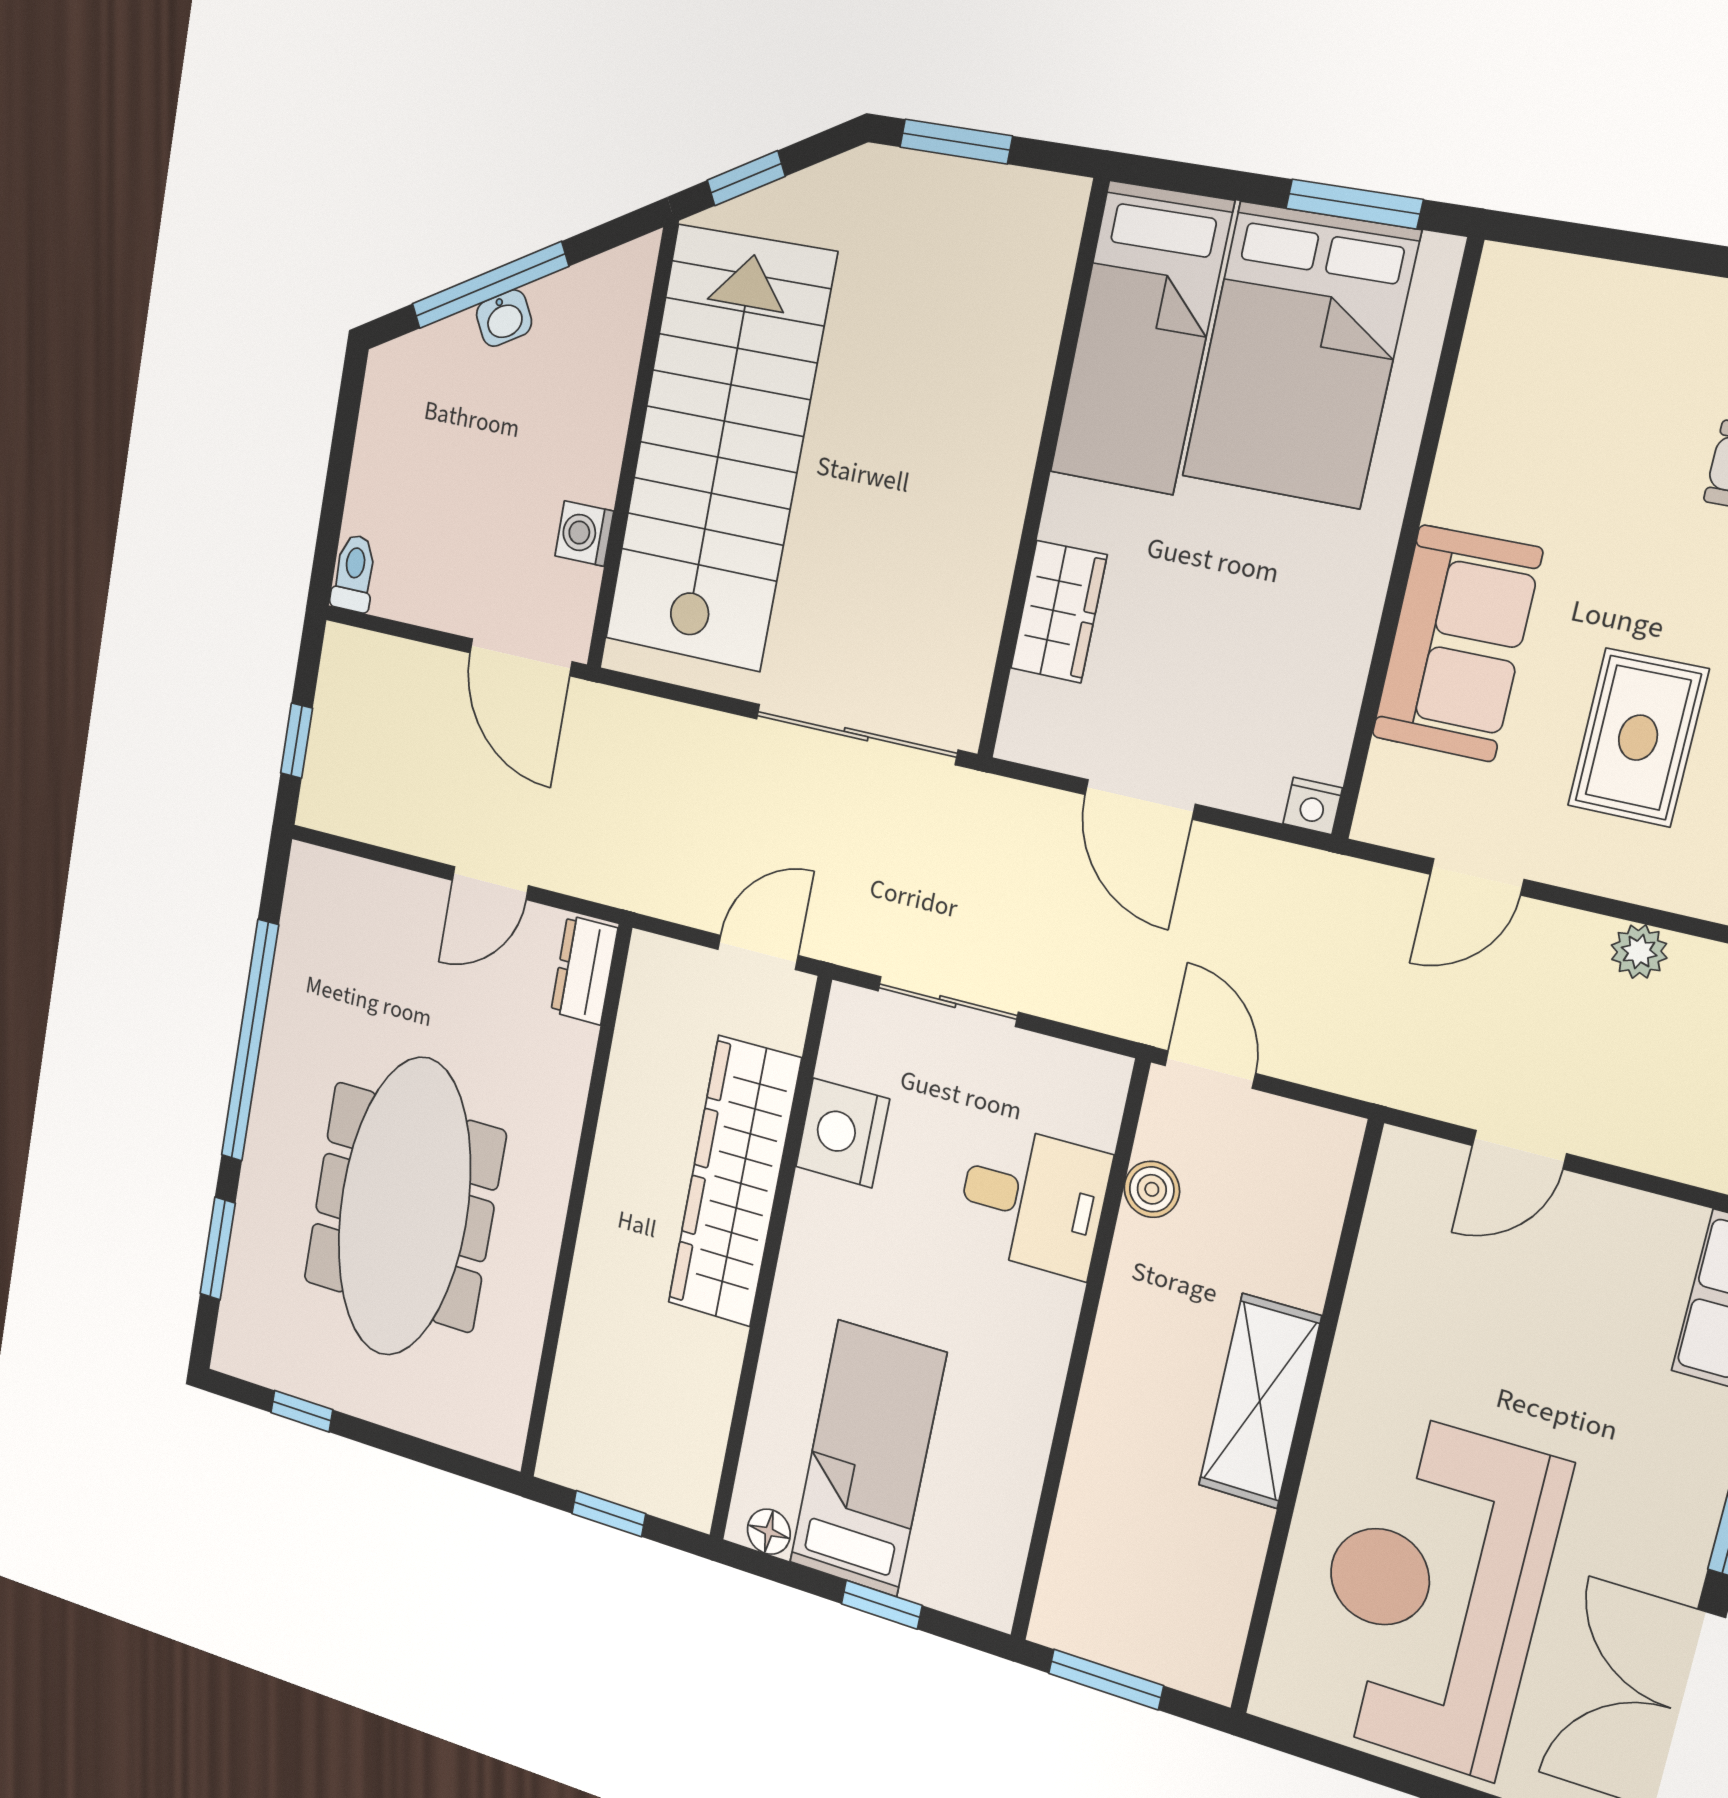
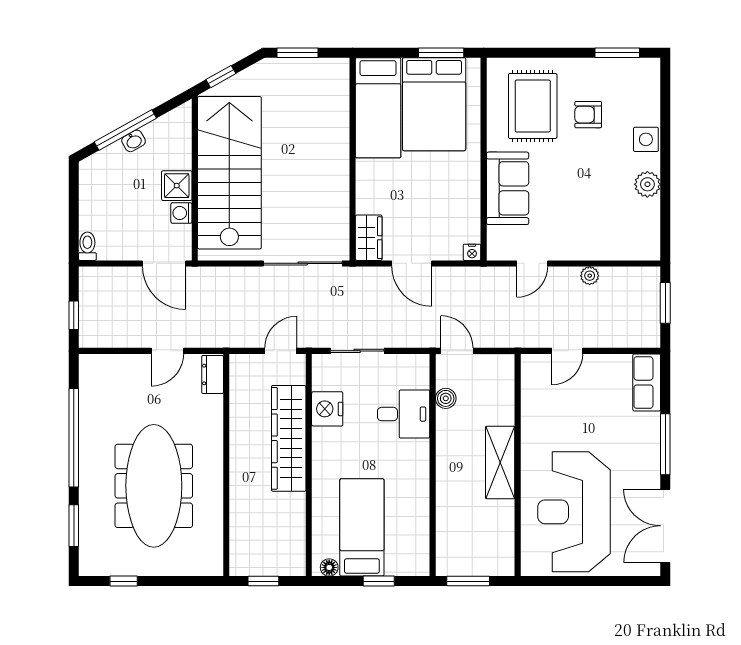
shower: (586, 458) -> (177, 186), added
wardrobe: (1059, 612) -> (369, 238), moved
rug: (1638, 738) -> (533, 106), moved, width x1.36, depth x1.43

